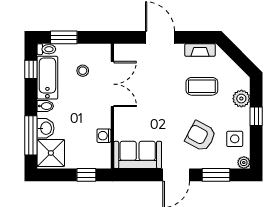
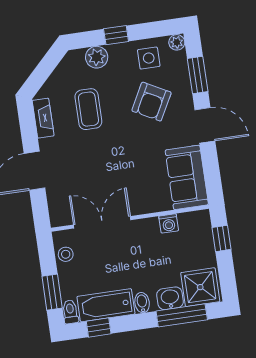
stool: (83, 71) -> (66, 254), moved

